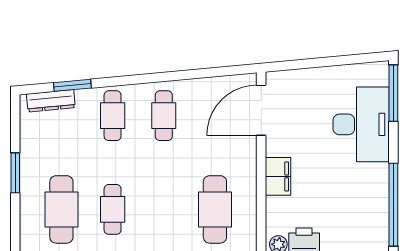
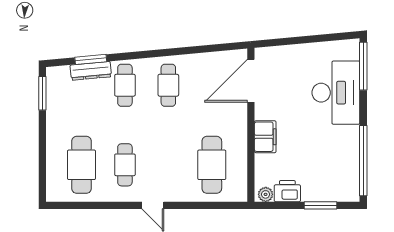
dresser: (51, 101) -> (91, 71), moved
window: (15, 173) -> (42, 93), moved

